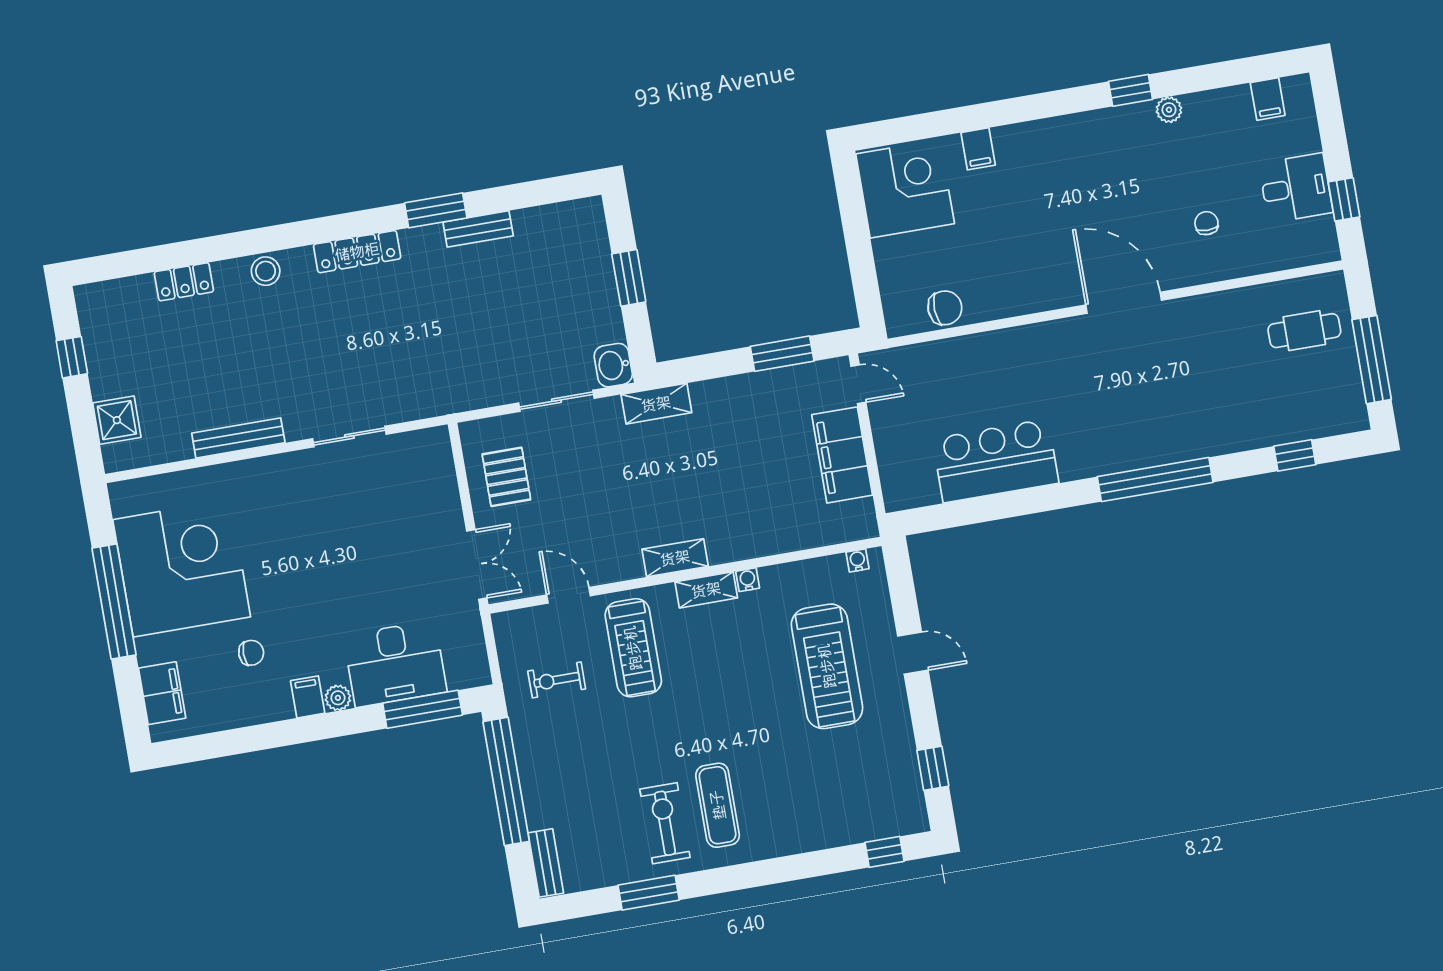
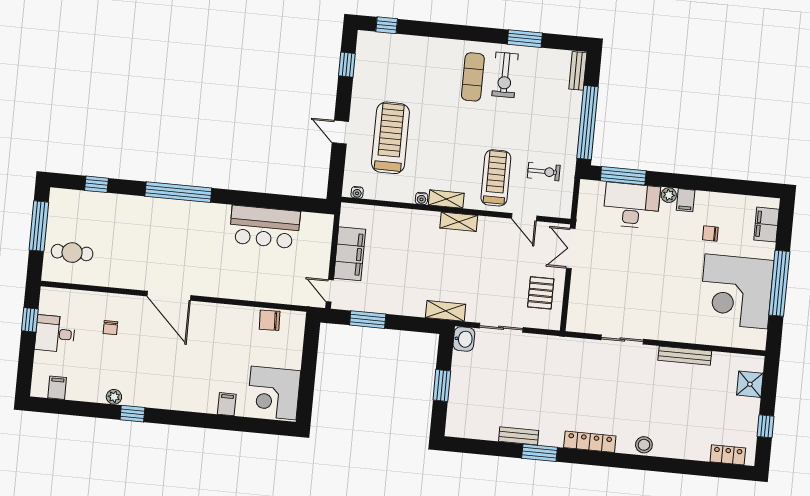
locker: (184, 282) -> (728, 455), moved

